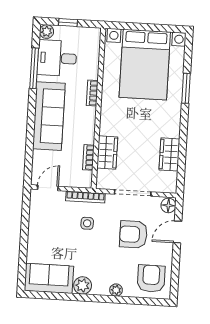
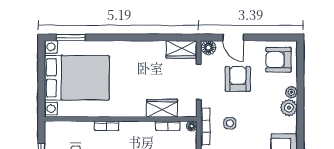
window: (186, 88) -> (71, 37), moved
wardrobe: (169, 154) -> (182, 49), moved
floor lamp: (87, 183) -> (192, 126), added
armchair: (133, 234) -> (238, 79), turned 180
plant: (83, 285) -> (289, 108), moved

